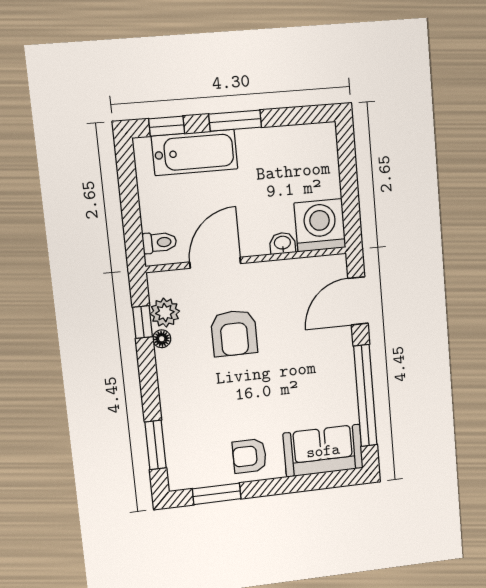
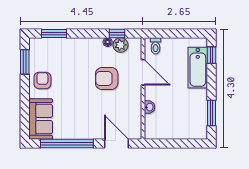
window: (235, 121) -> (212, 113), moved
washing machine: (320, 225) -> (157, 127), removed

